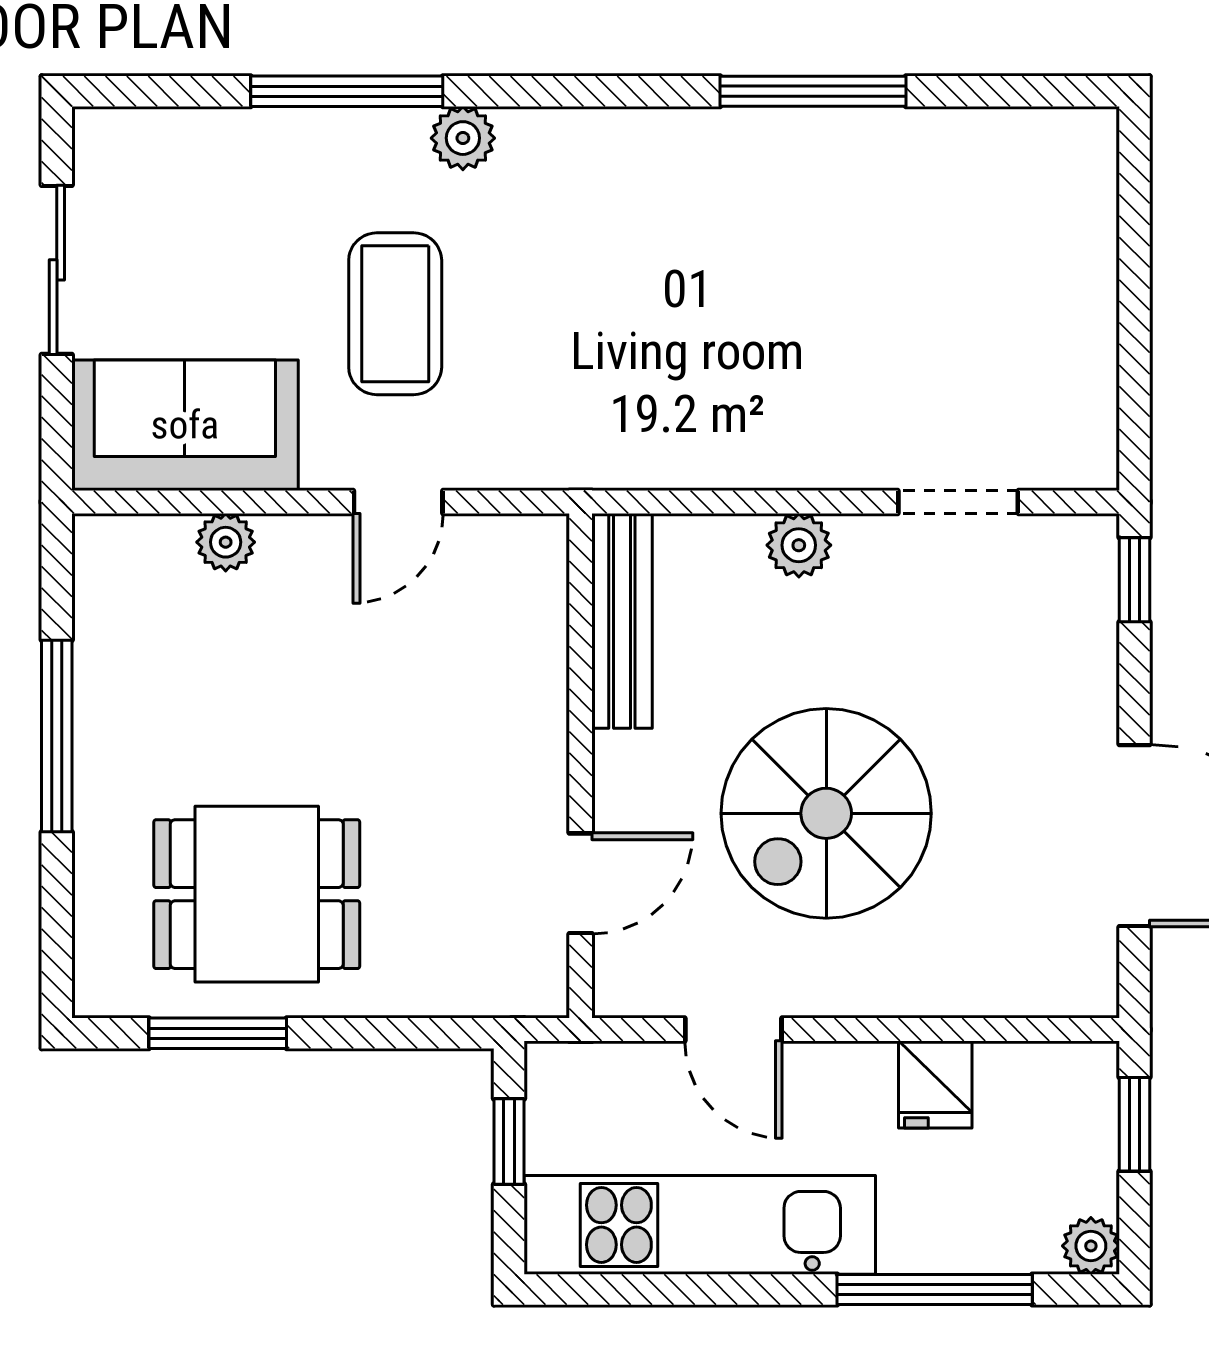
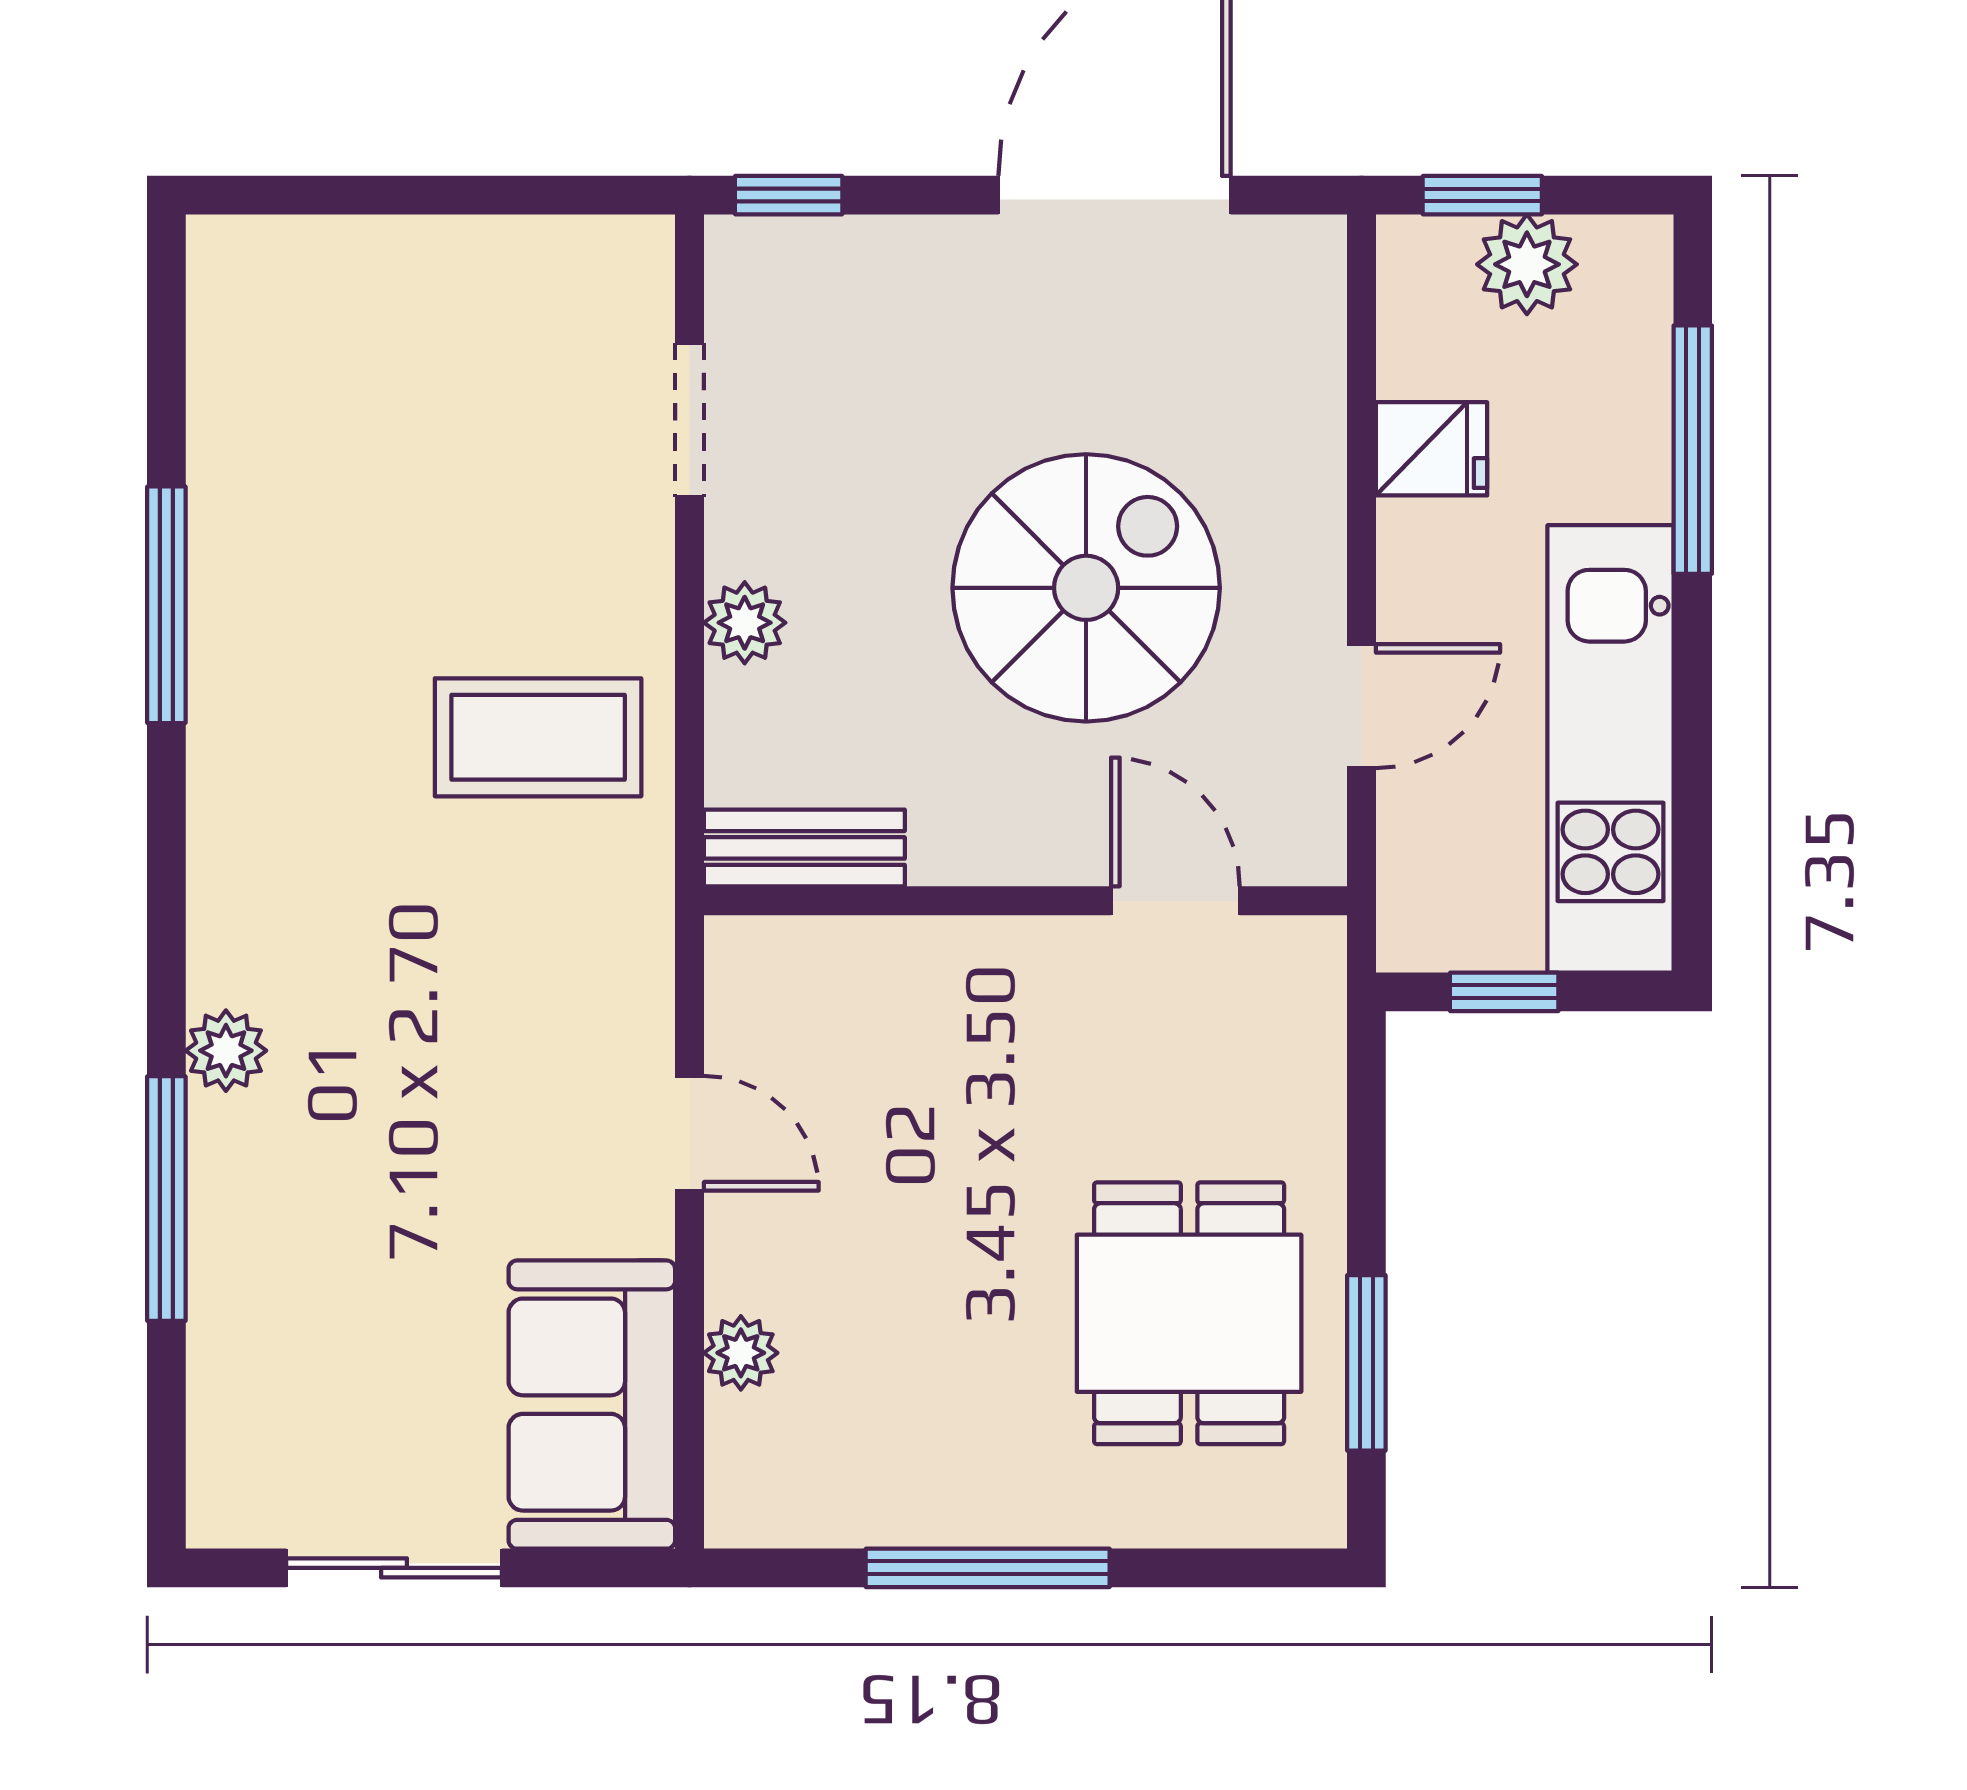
coffee table: (395, 314) -> (538, 737), moved
bench: (622, 621) -> (804, 848), width x0.73
spiral stairs: (826, 813) -> (1086, 588), turned -90
plant: (1091, 1246) -> (1527, 264), moved, width x1.38, depth x1.38

